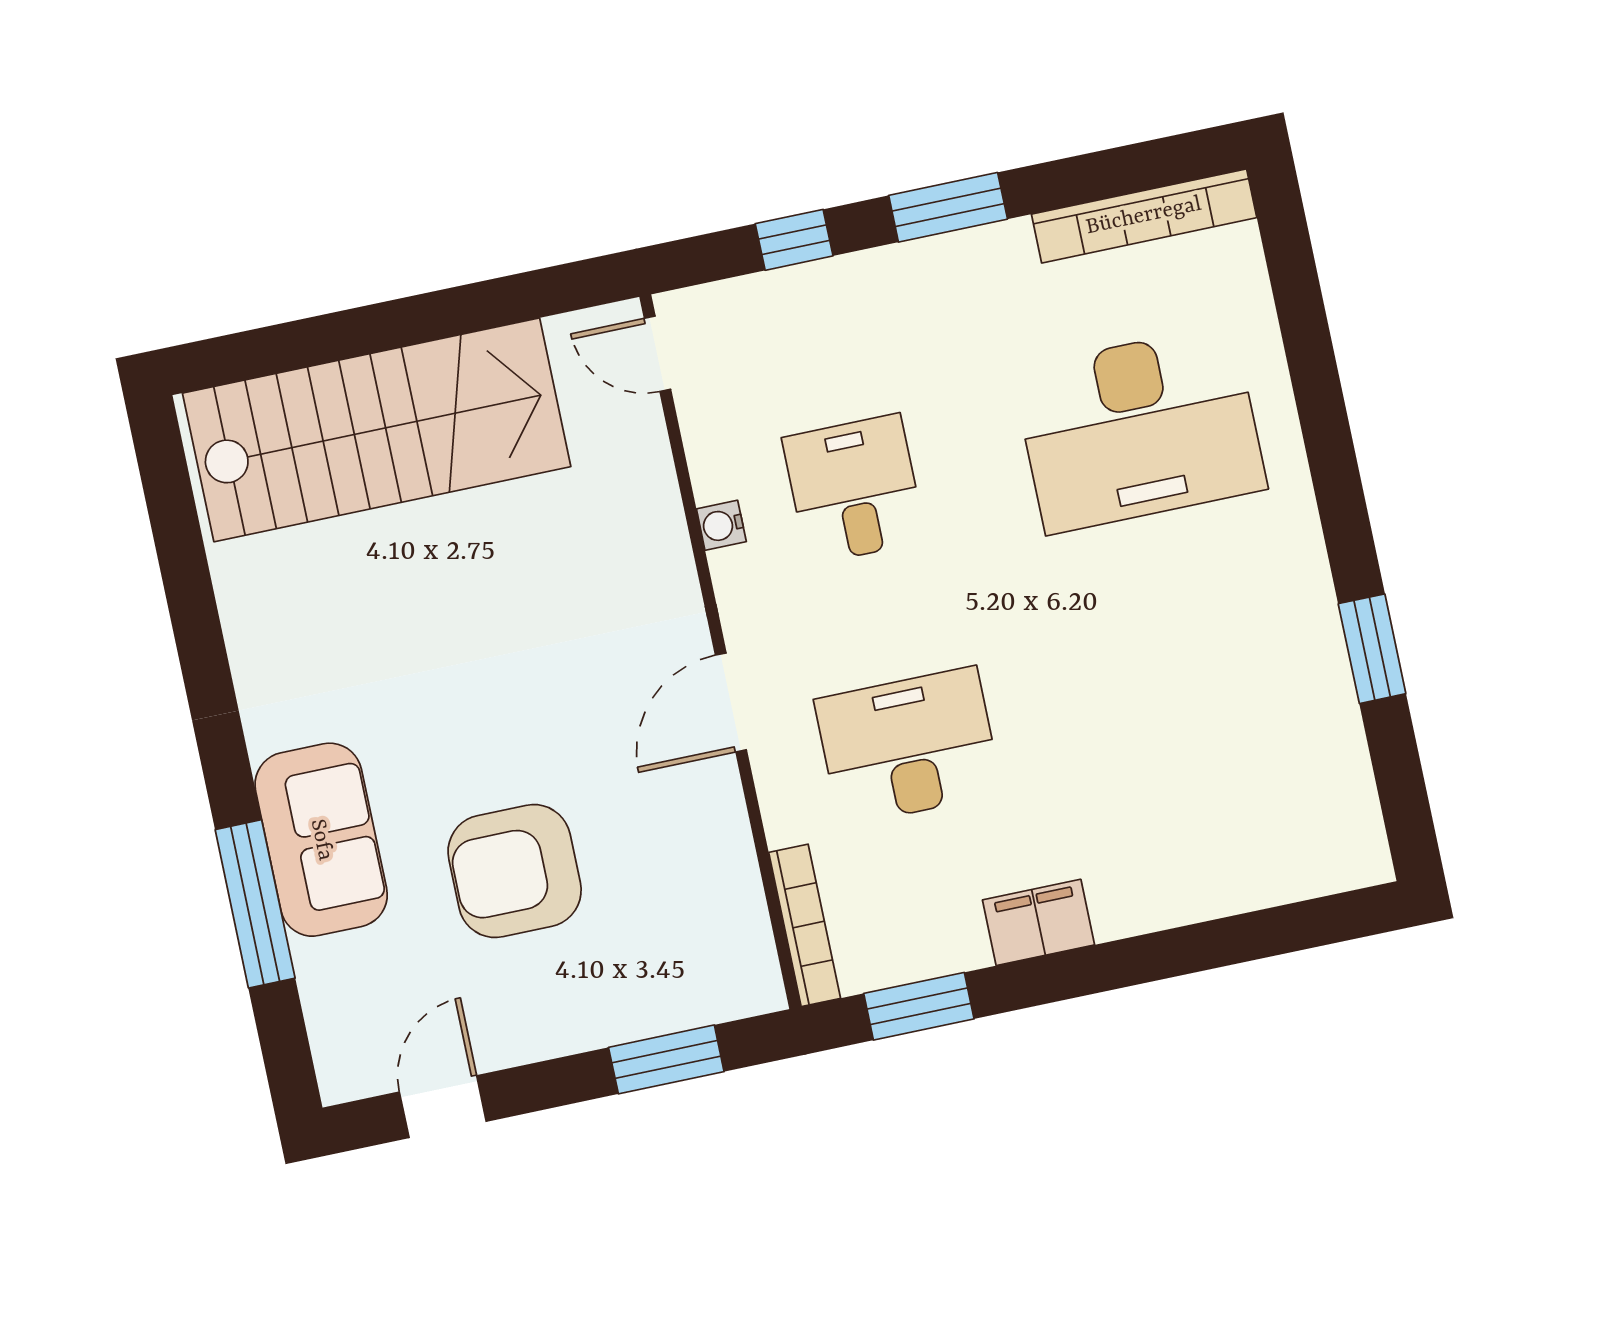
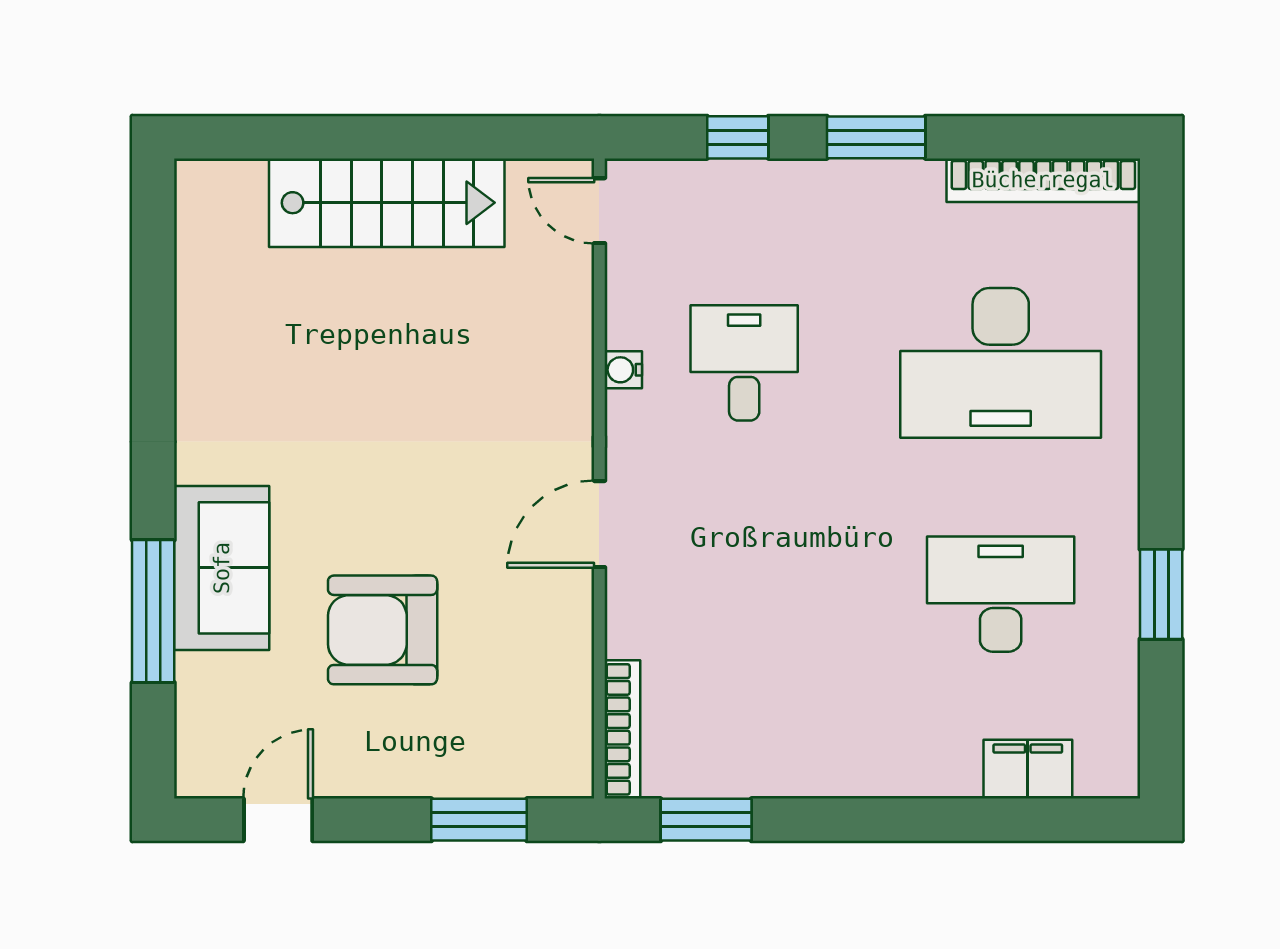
stairs: (377, 430) -> (387, 203), width x0.73, depth x0.66
desk: (908, 746) -> (1001, 594), moved
filing cabinet: (1039, 922) -> (1028, 769), moved

